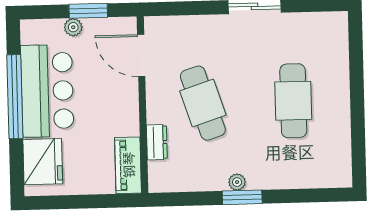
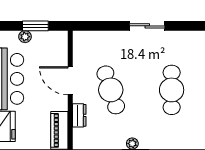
door: (141, 56) -> (70, 81), moved

